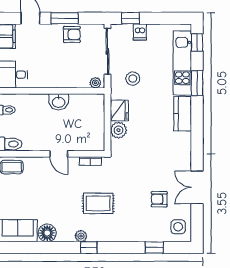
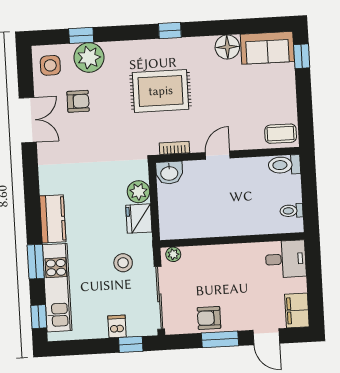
washbasin: (59, 102) -> (169, 173), moved, turned 180
door: (59, 154) -> (218, 155), hinge flipped
rug: (98, 203) -> (161, 91), width x1.36, depth x1.43
plant: (81, 236) -> (89, 57), moved, width x1.87, depth x1.87

